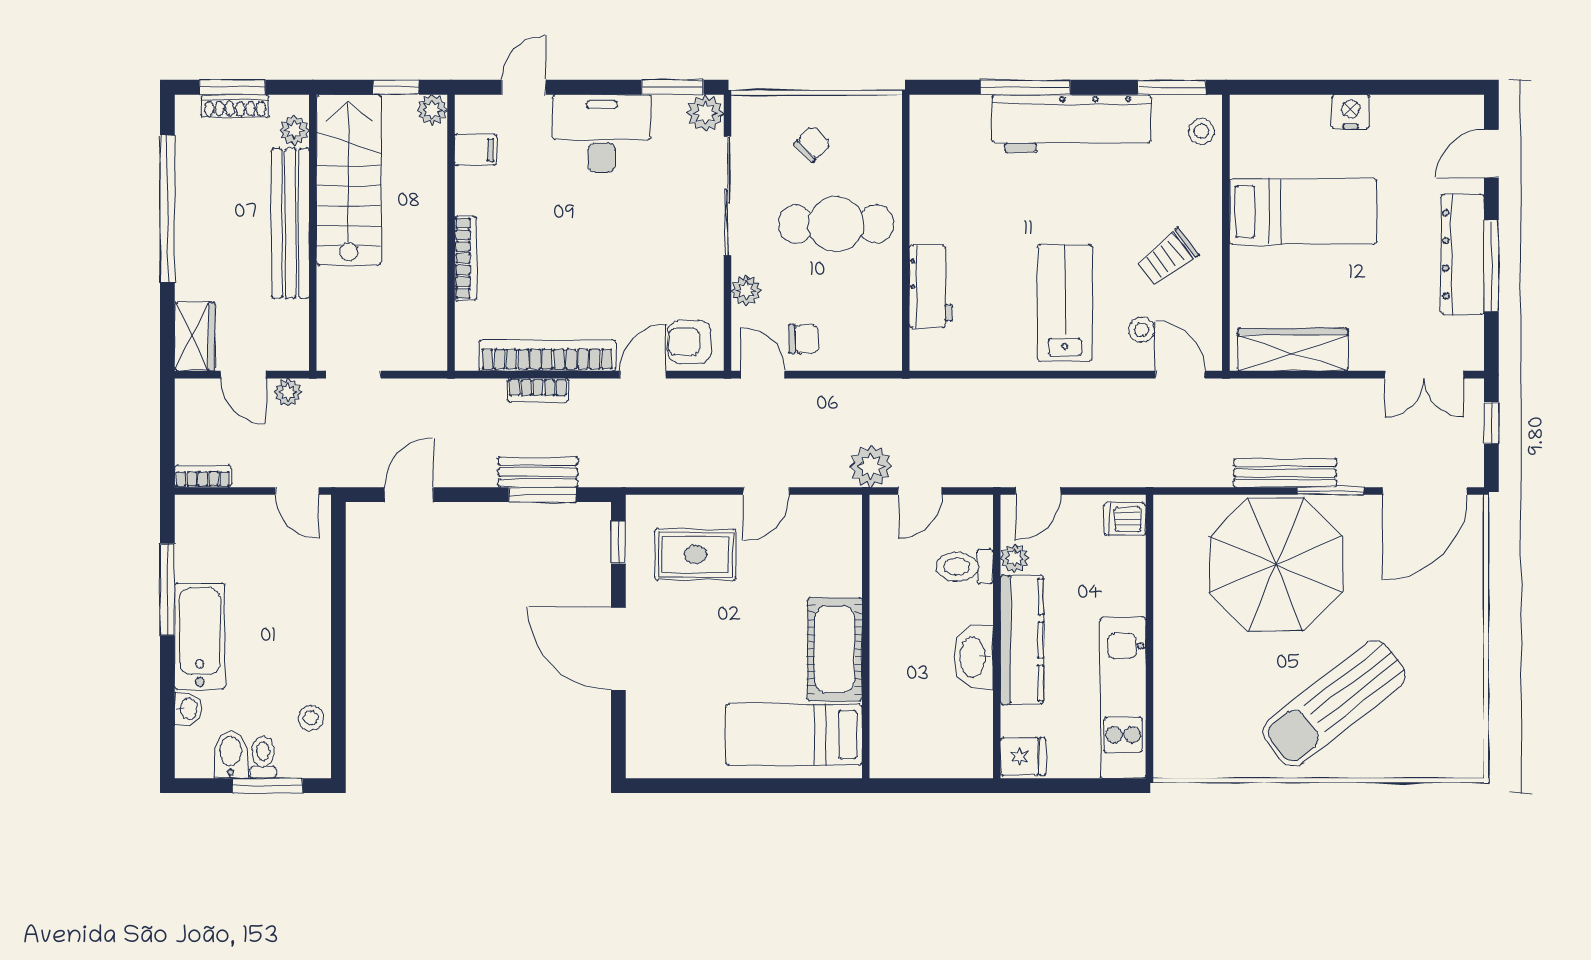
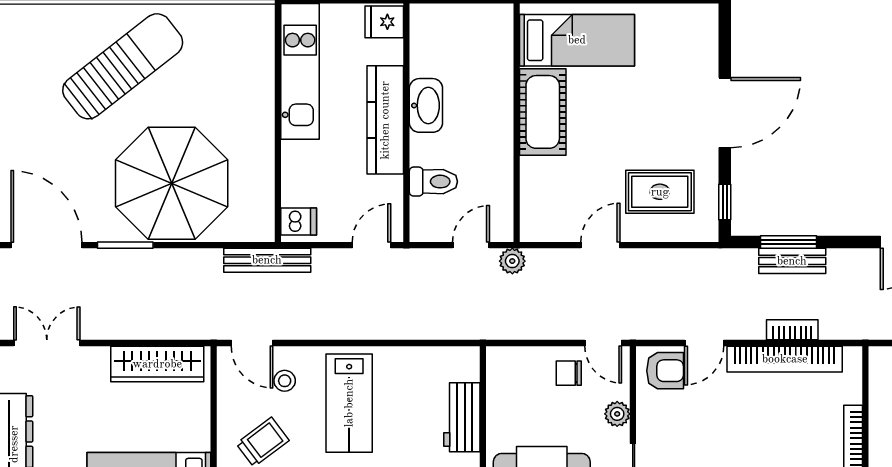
plant: (871, 466) -> (512, 261), width x0.73, depth x0.73
bench: (1285, 473) -> (267, 260), moved
door: (1425, 491) -> (46, 245), hinge flipped
plant: (1015, 558) -> (391, 189), removed
door: (618, 649) -> (725, 113), hinge flipped

